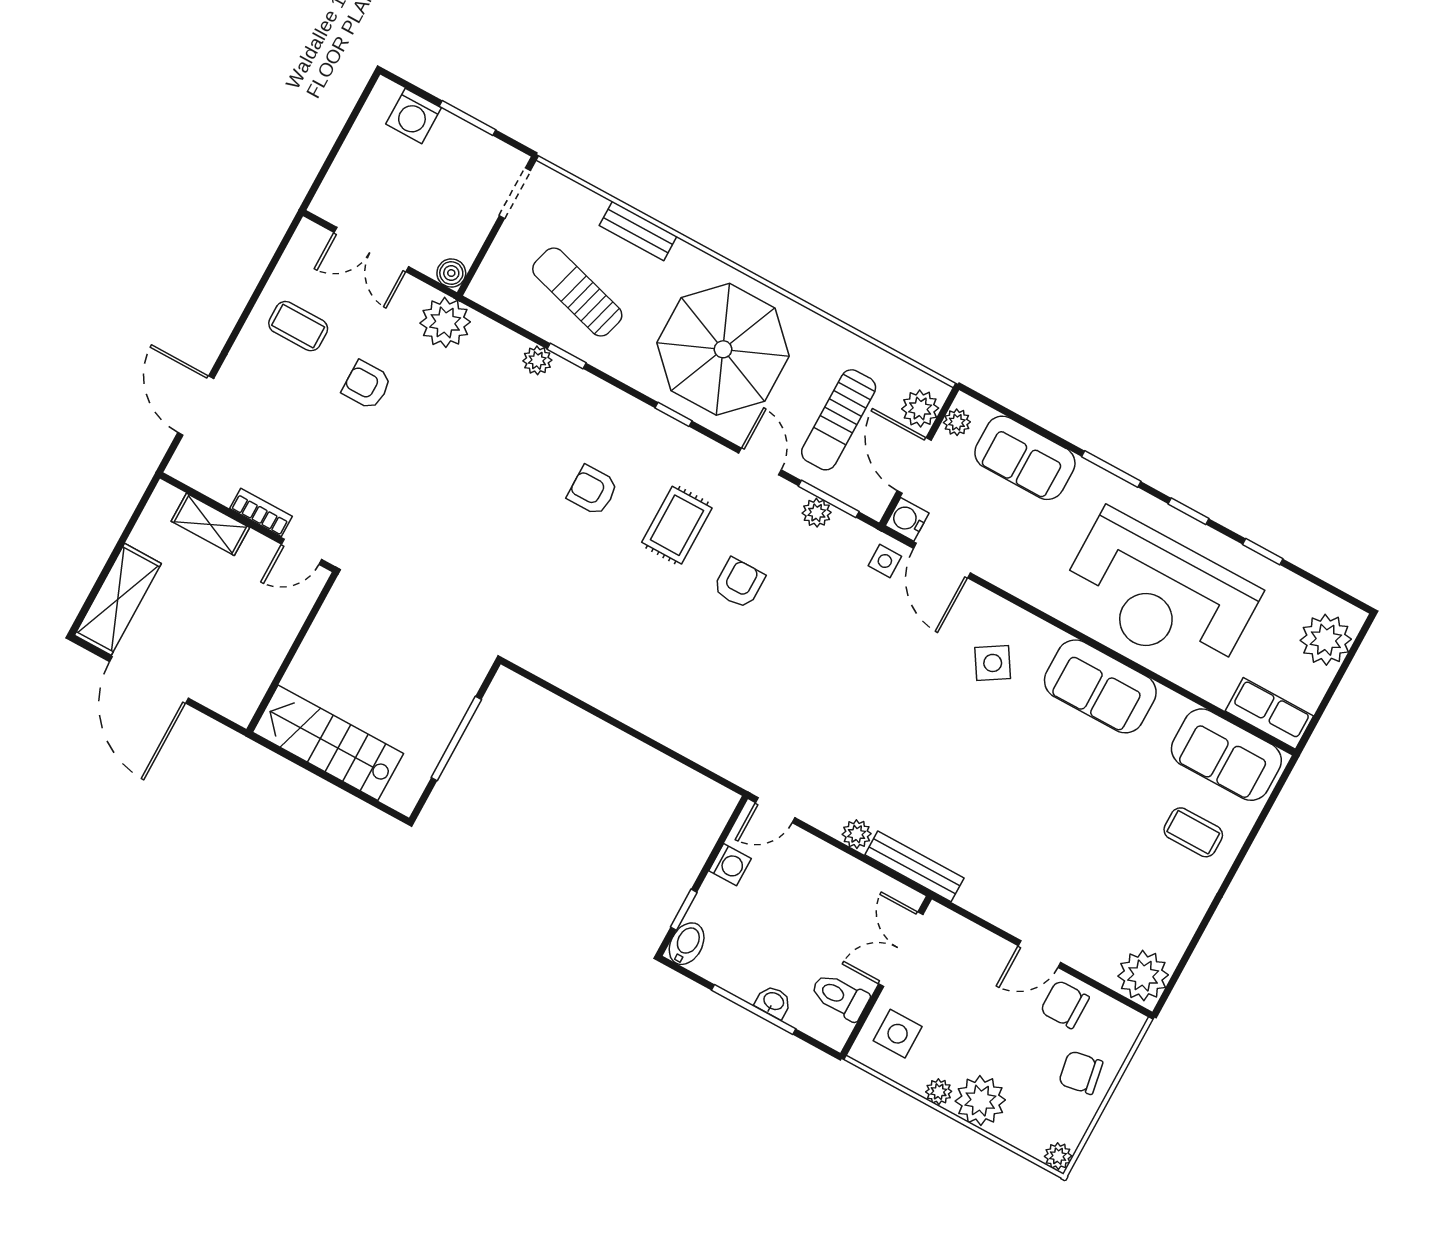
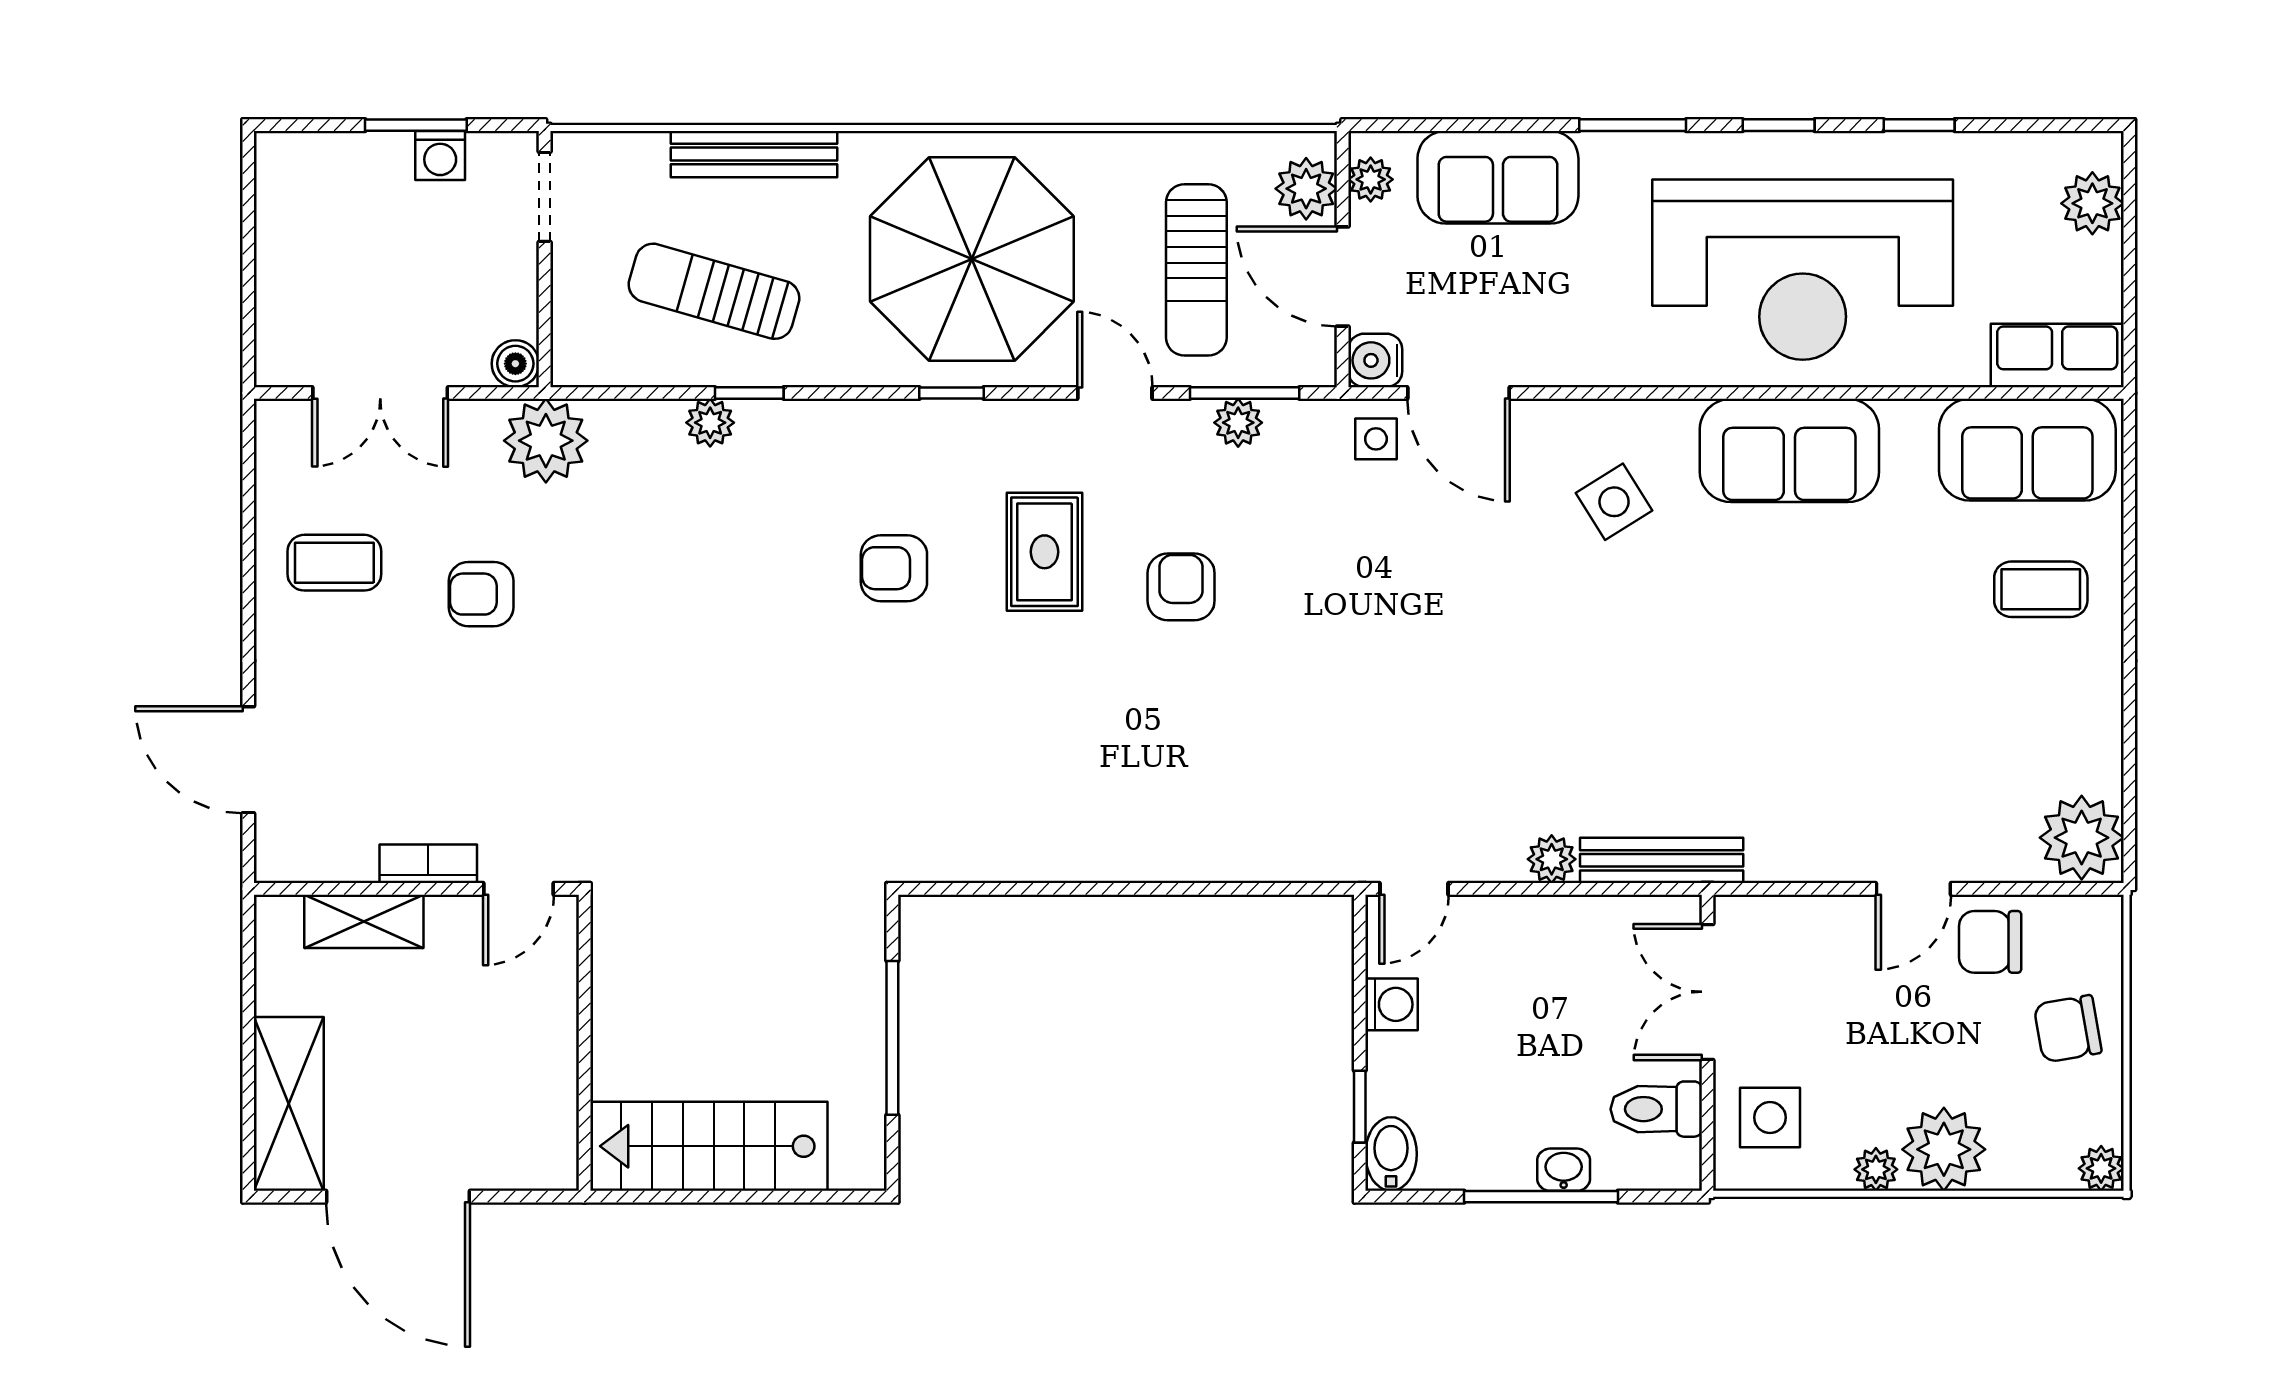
washing machine: (414, 116) -> (440, 155), moved, width x0.73, depth x0.73
bench: (638, 231) -> (754, 154), width x1.36
plant: (1326, 640) -> (2092, 203), width x0.73, depth x0.73

